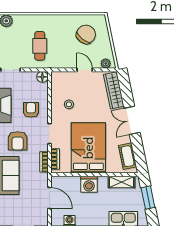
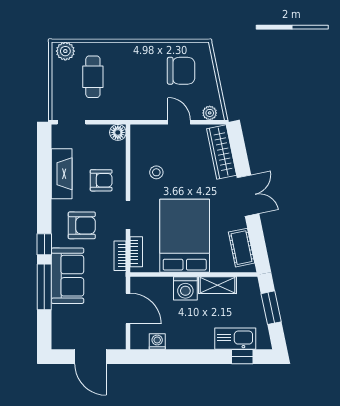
chair: (86, 34) -> (181, 71), turned 52
cafe table: (40, 46) -> (93, 77), moved
armchair: (31, 110) -> (101, 180), turned 90
double door: (132, 120) -> (248, 196), swing flipped
armchair: (18, 141) -> (82, 225), turned -90
shelving: (121, 182) -> (218, 285), moved

